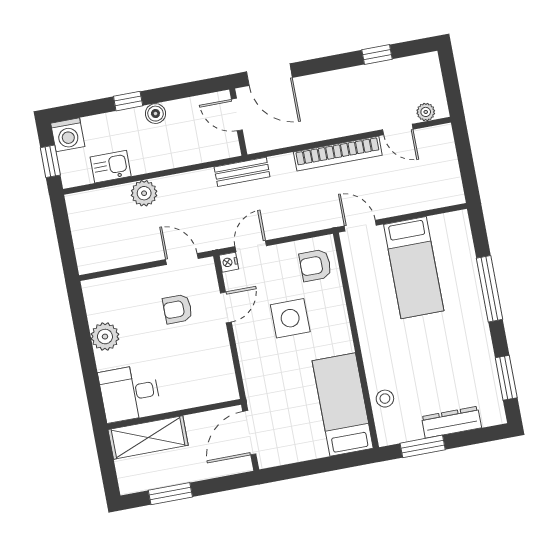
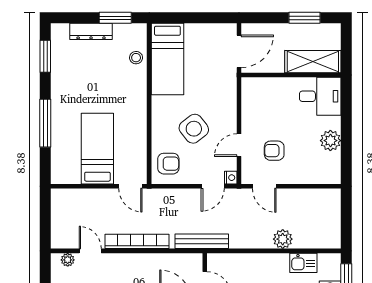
bench: (242, 172) -> (202, 241), width x1.36
armchair: (178, 309) -> (274, 151), turned 180
side table: (290, 318) -> (194, 129), turned -38

